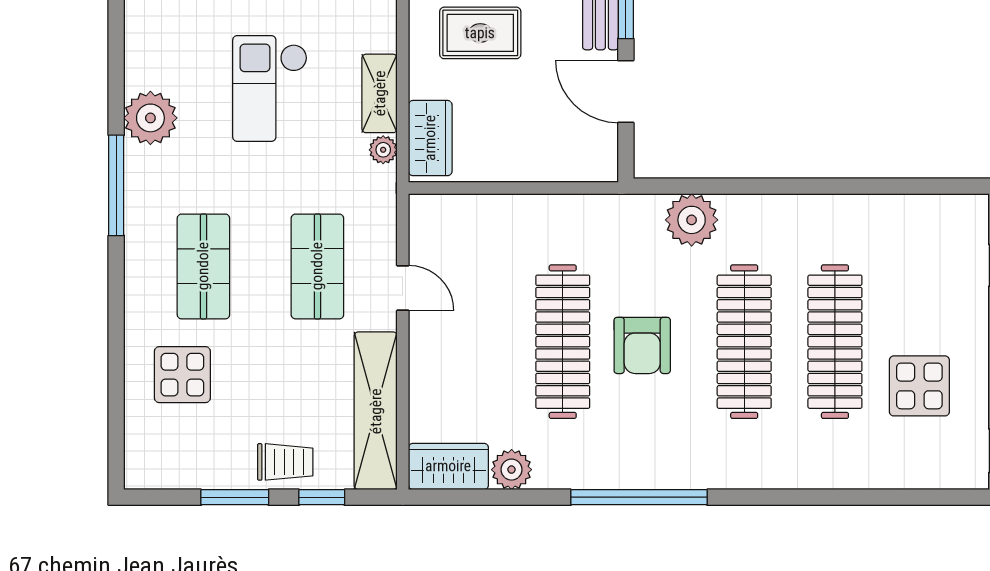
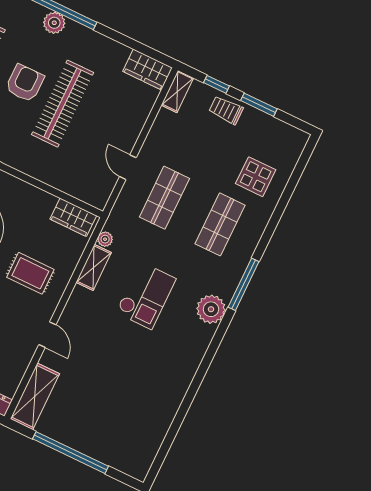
wardrobe: (430, 138) -> (73, 217), moved, turned -90
shelving: (376, 411) -> (177, 92), width x0.45, depth x0.75
plant: (512, 470) -> (54, 23), moved

